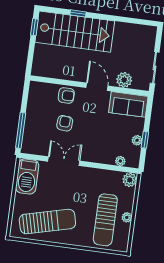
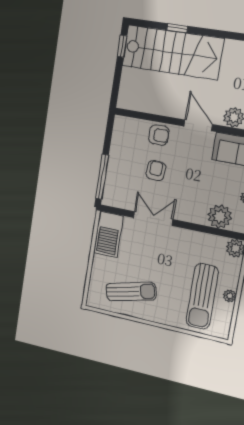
plant: (120, 161) -> (220, 216), width x1.88, depth x1.88
sun lounger: (47, 221) -> (131, 292), width x0.73, depth x0.75

